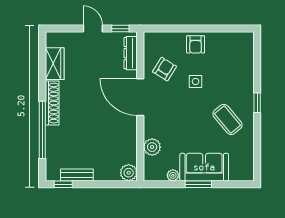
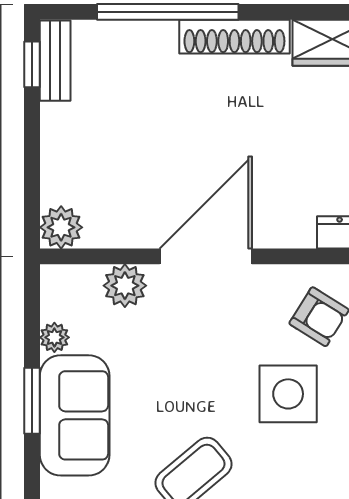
side table: (196, 81) -> (288, 394), width x1.87, depth x1.87
door: (140, 97) -> (206, 256), moved
bench: (77, 175) -> (55, 61), moved

